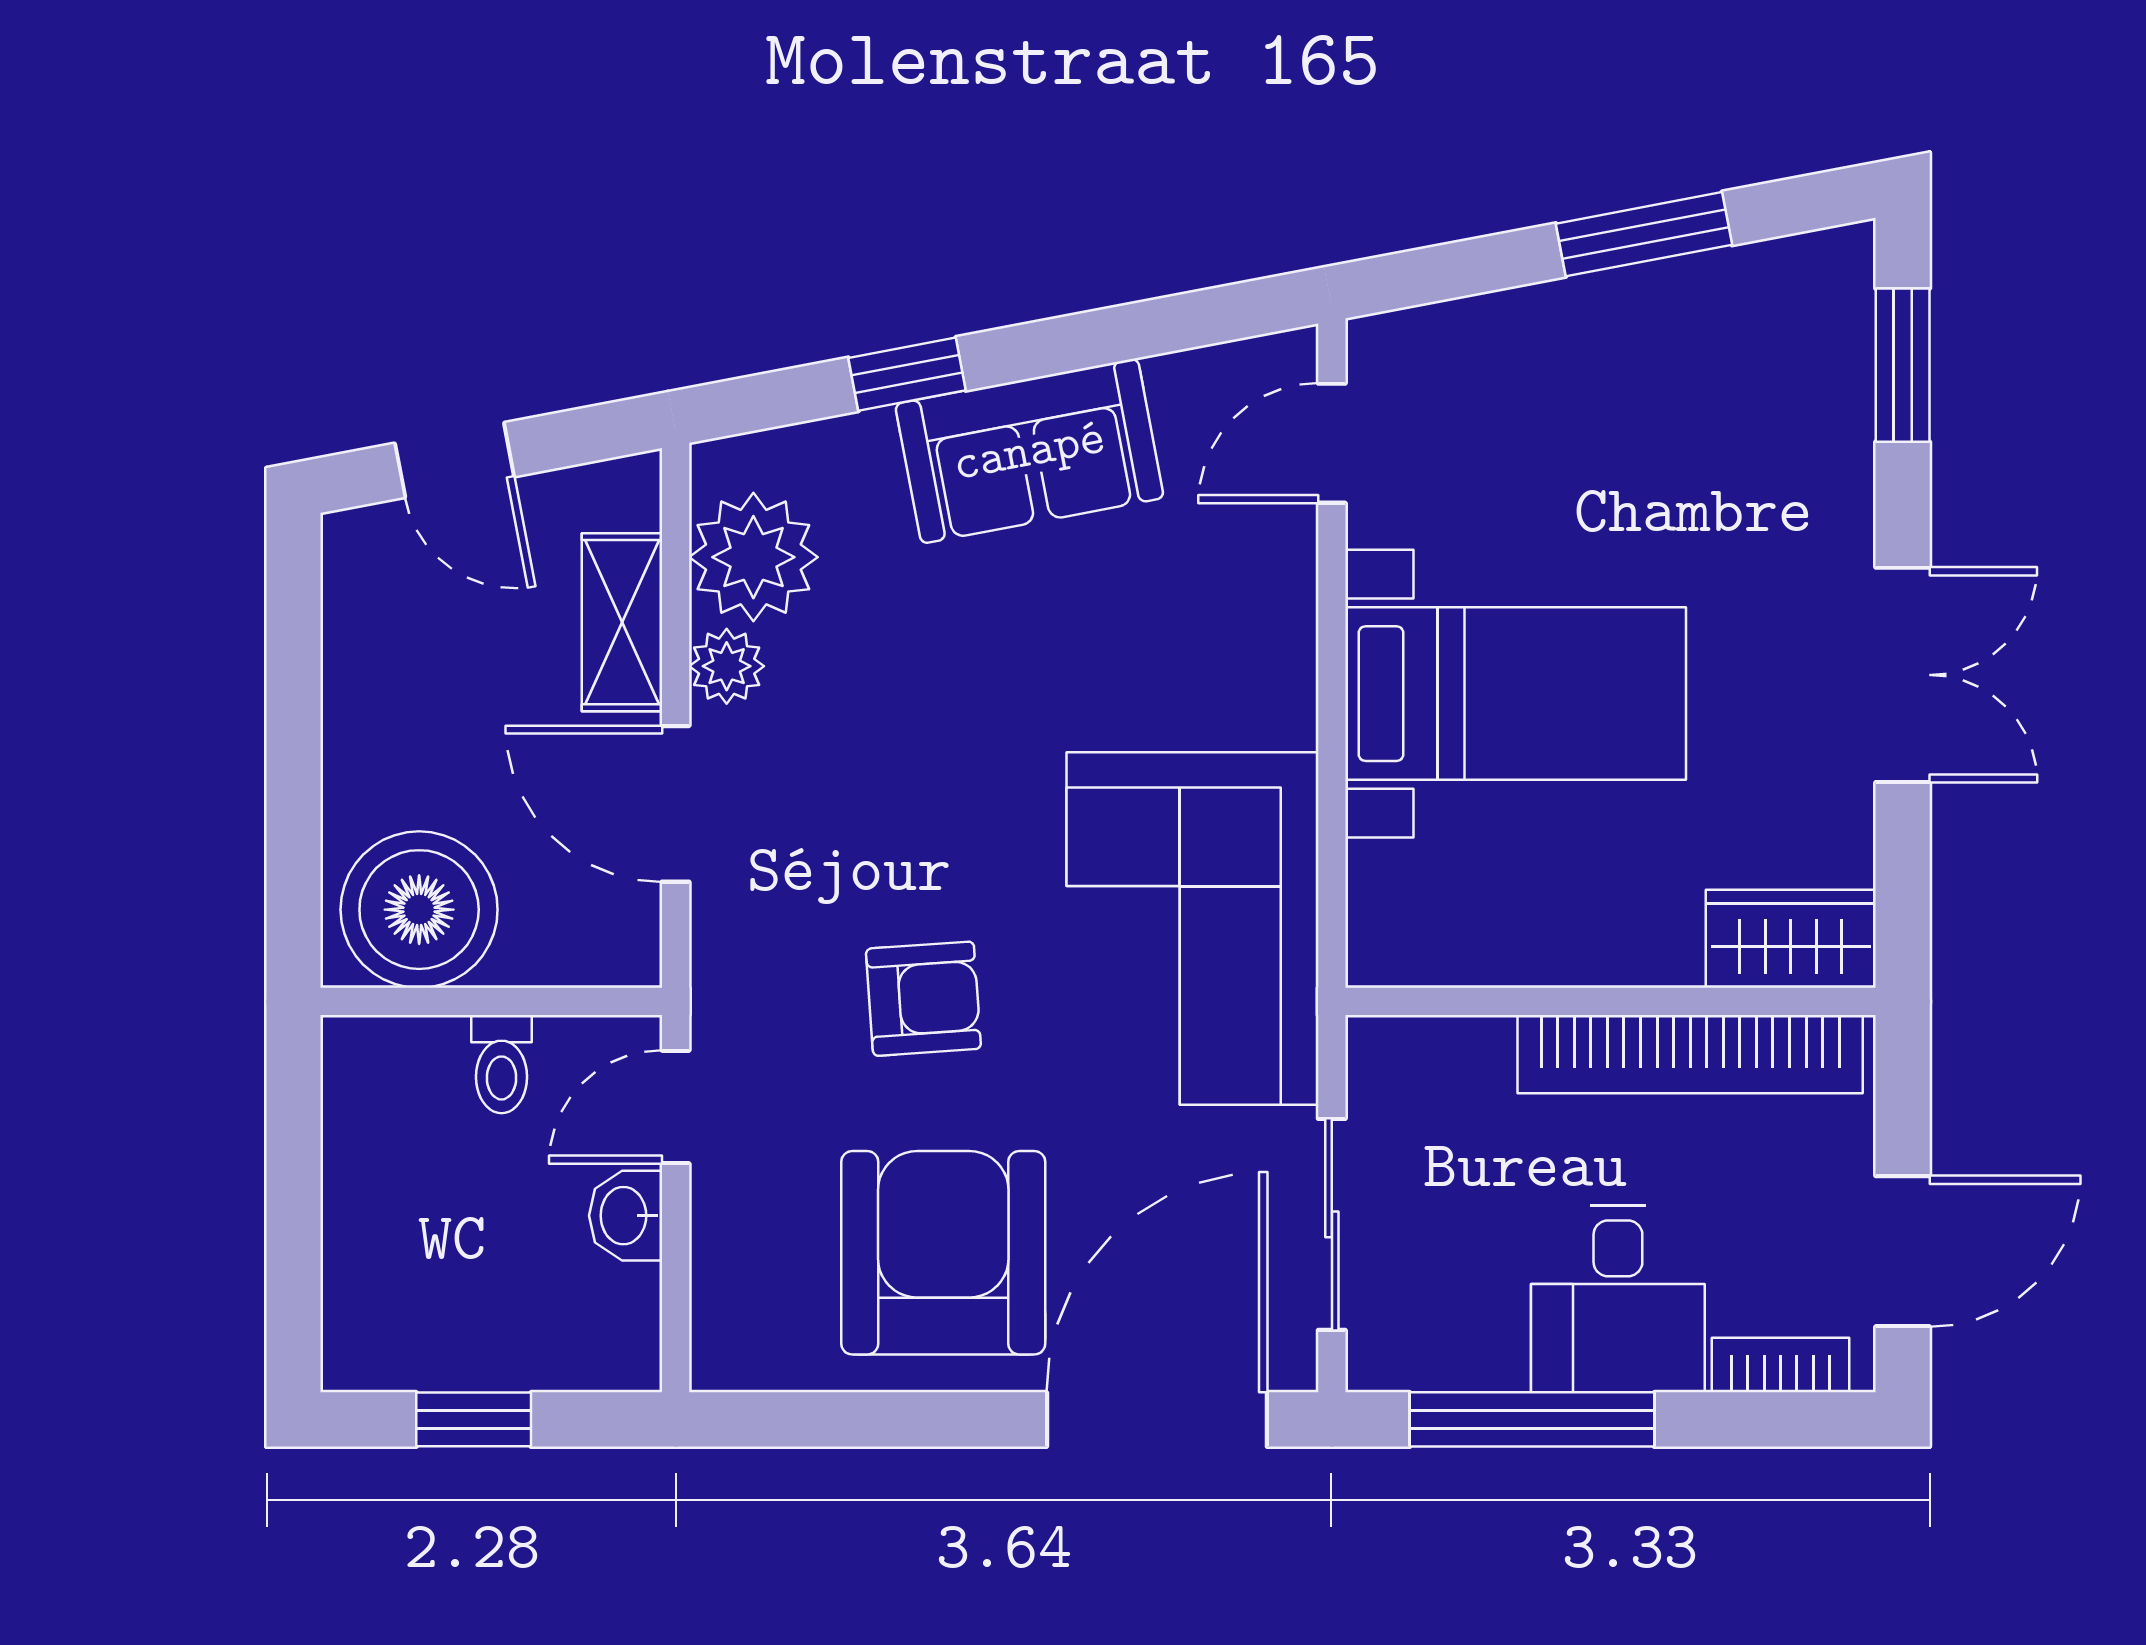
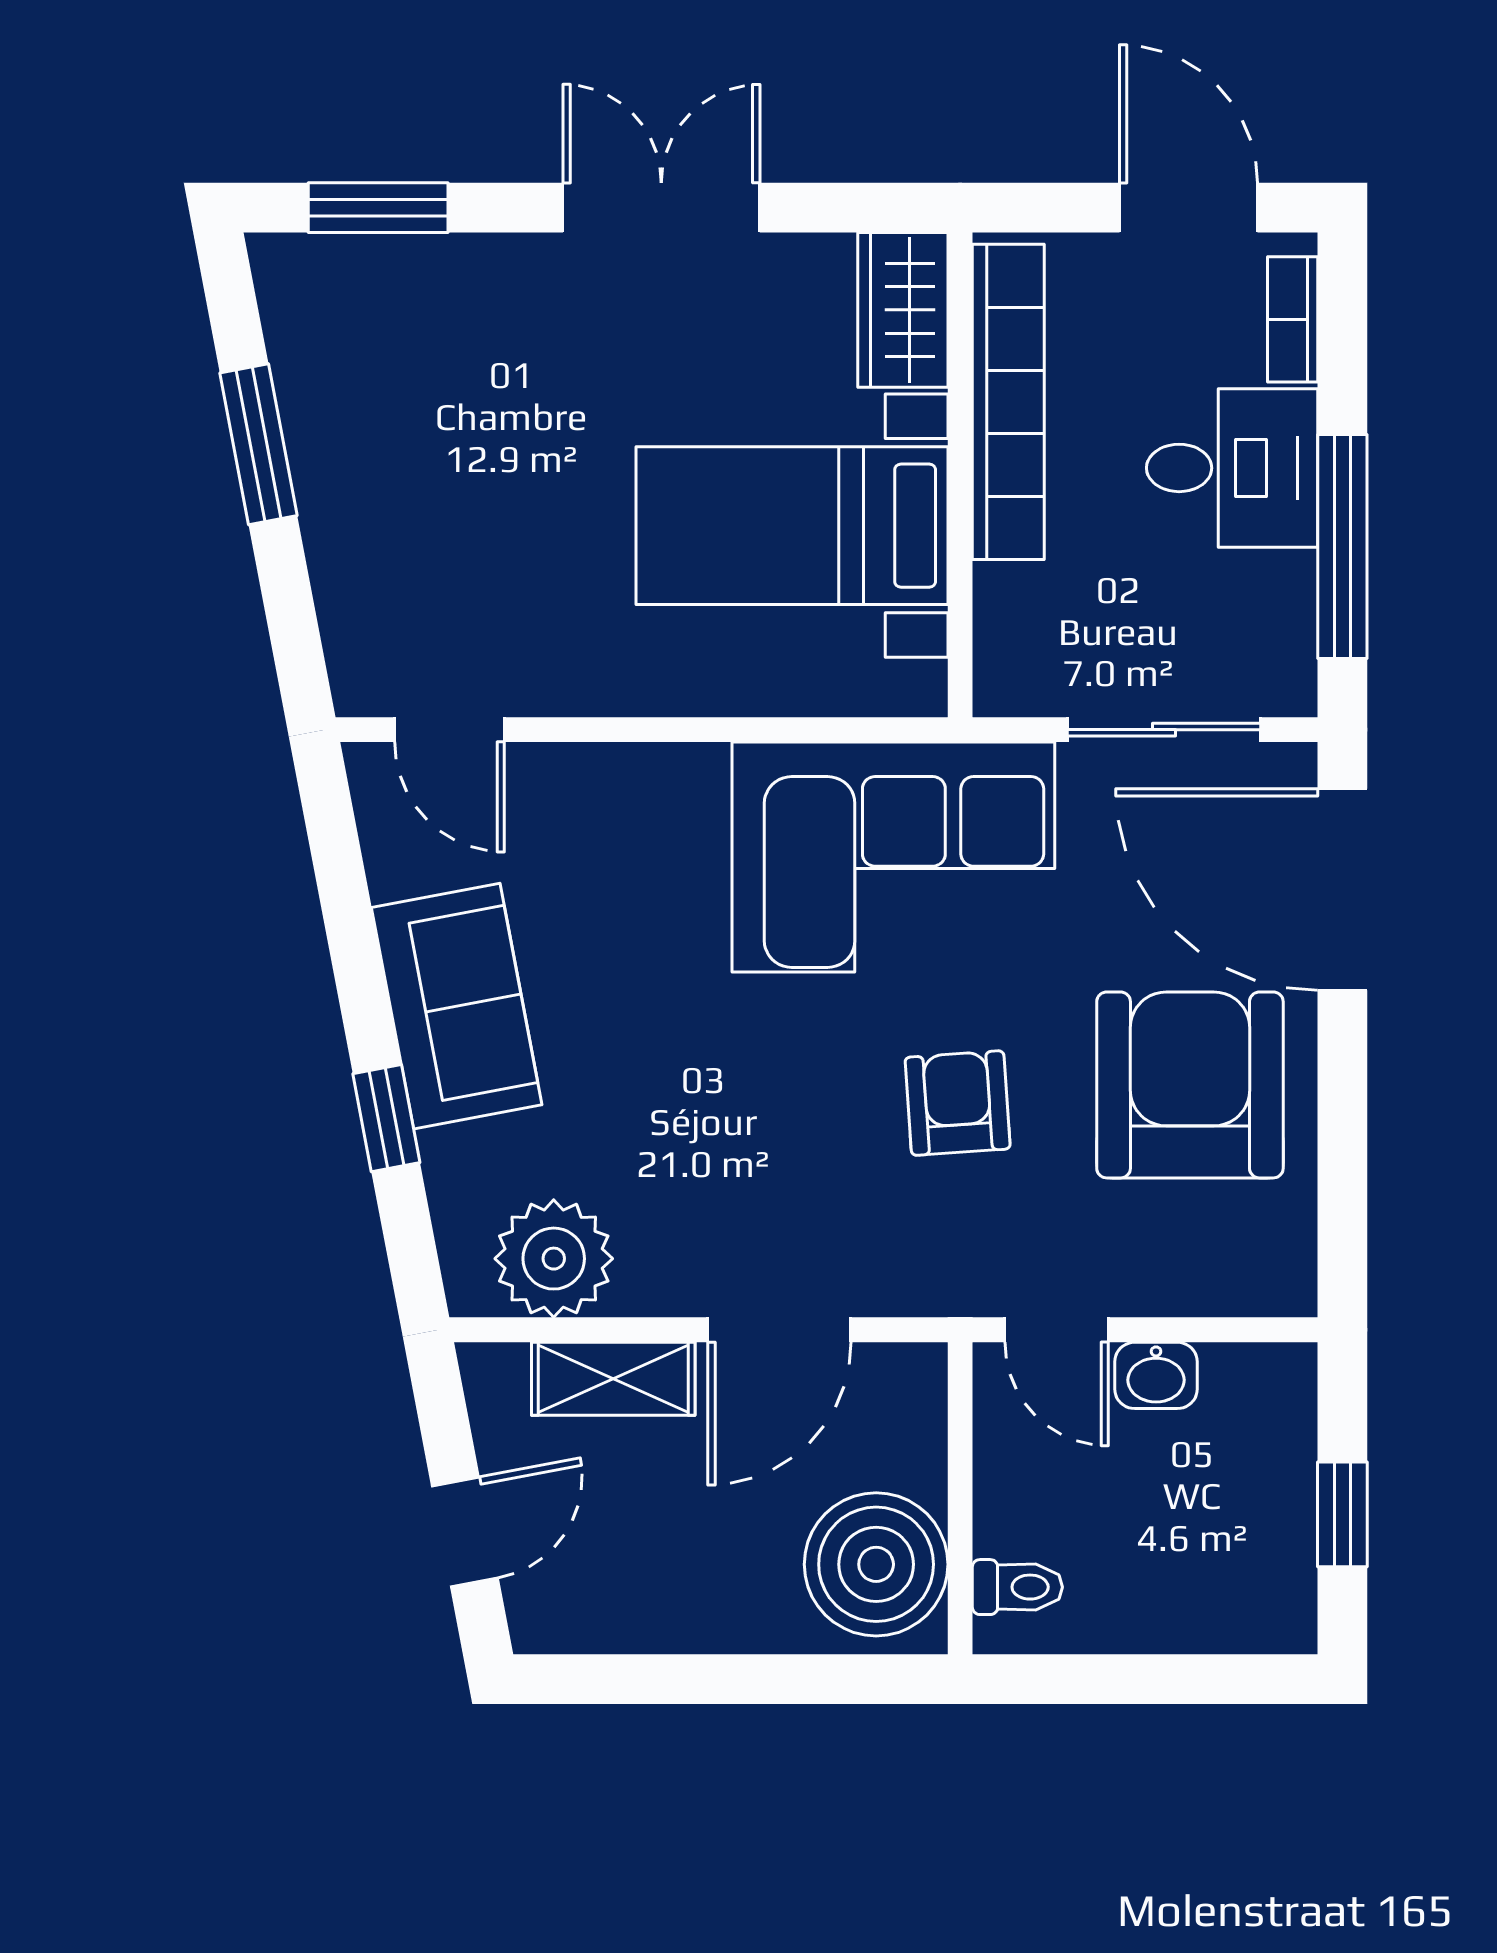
plant: (727, 666) -> (654, 1283), removed
bed with nightstands: (1516, 694) -> (792, 526), moved, turned -90
toilet: (501, 1064) -> (1017, 1587), moved
armchair: (943, 1253) -> (1190, 1085), turned 90

